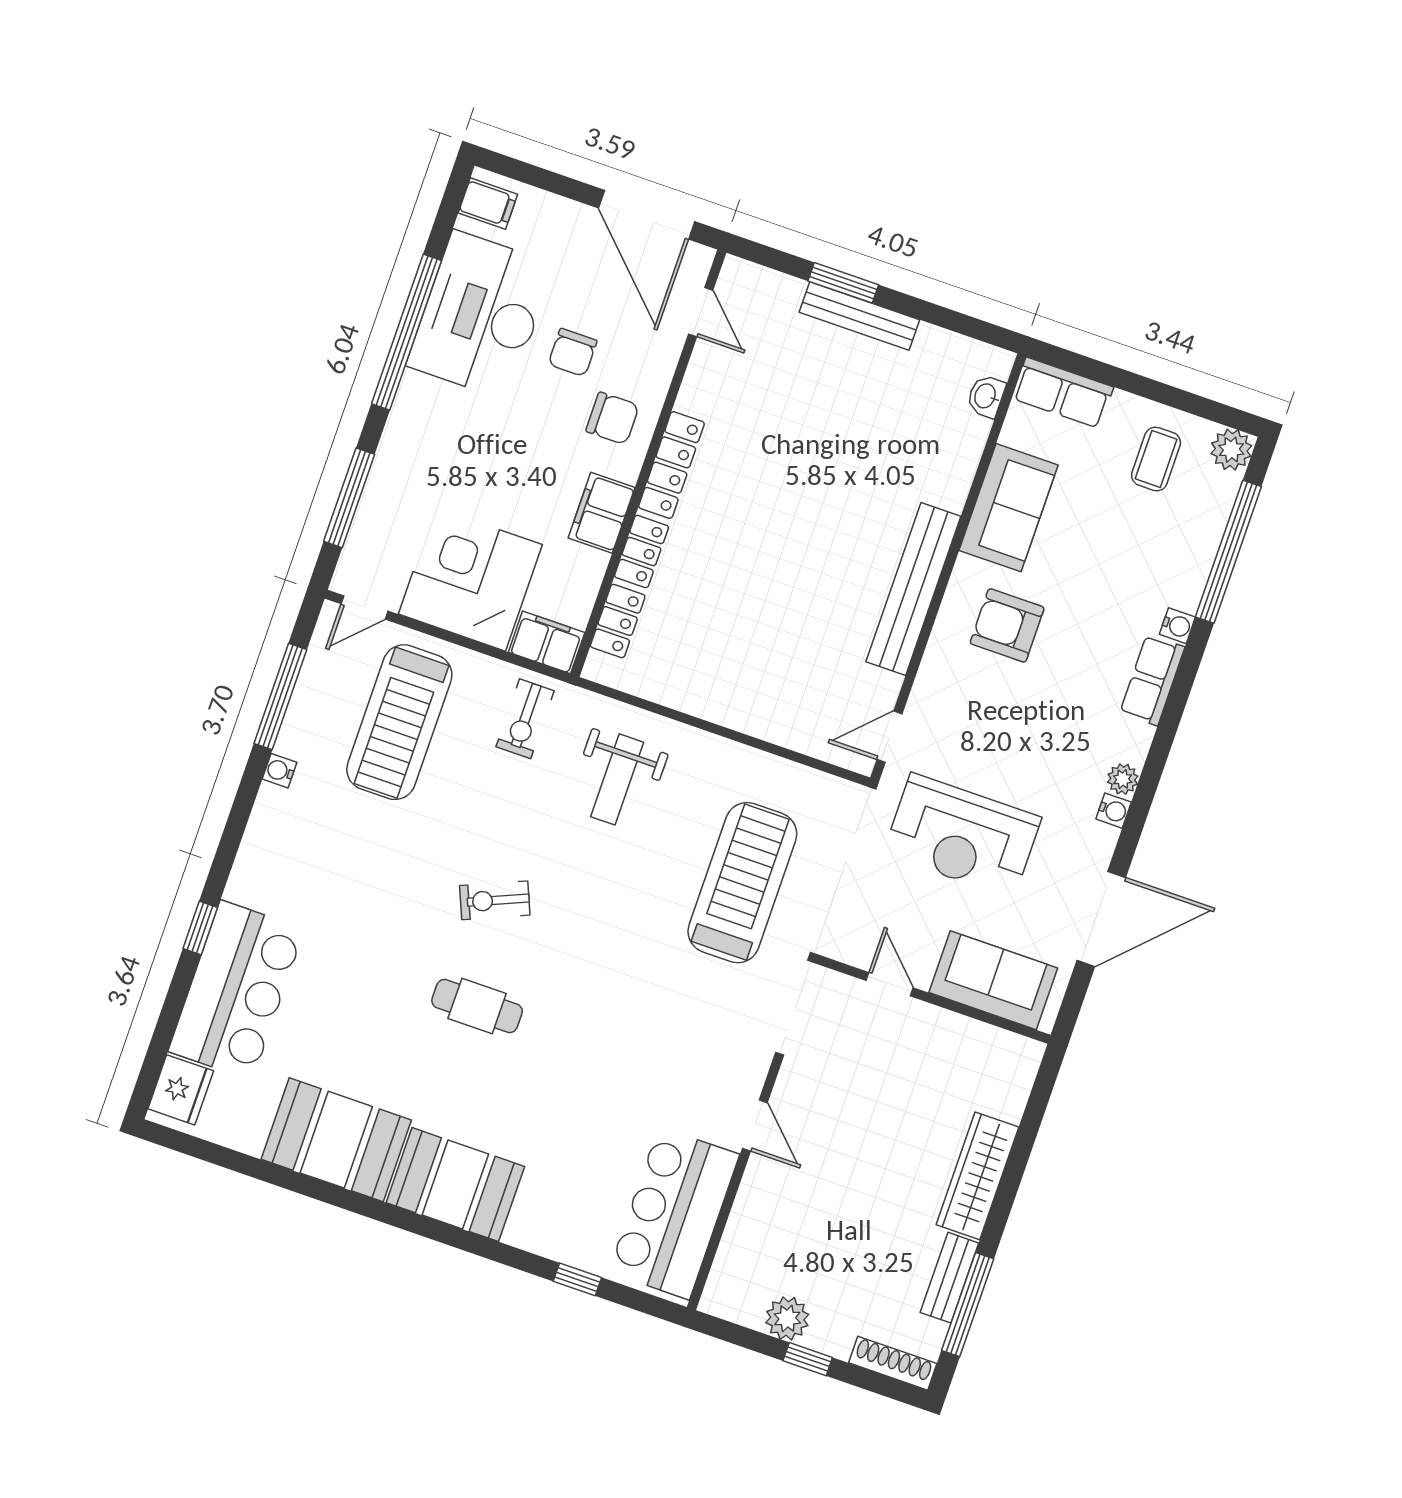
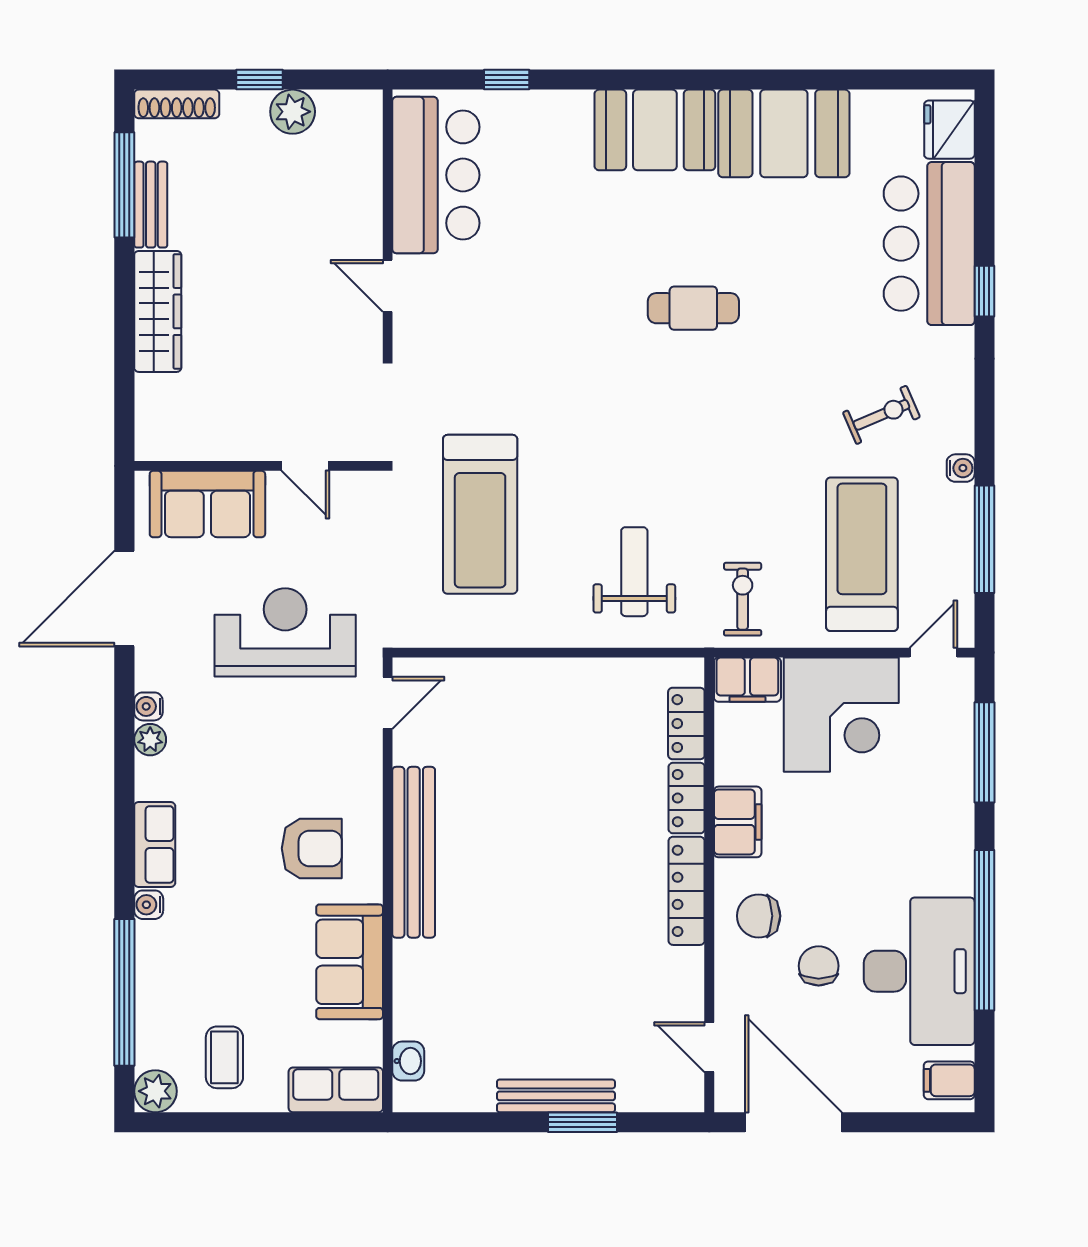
exercise bike: (495, 900) -> (881, 415), moved

